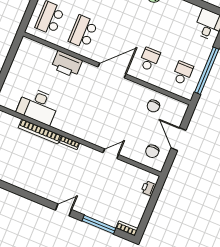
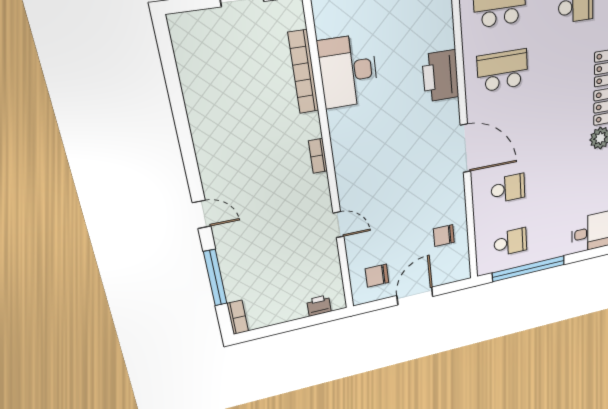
bookcase: (40, 131) -> (304, 72), moved

